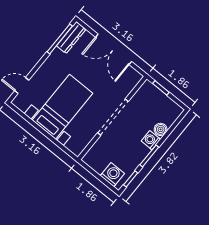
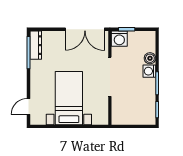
double door: (114, 49) -> (85, 29), moved
washing machine: (112, 175) -> (119, 39), moved, turned 180

